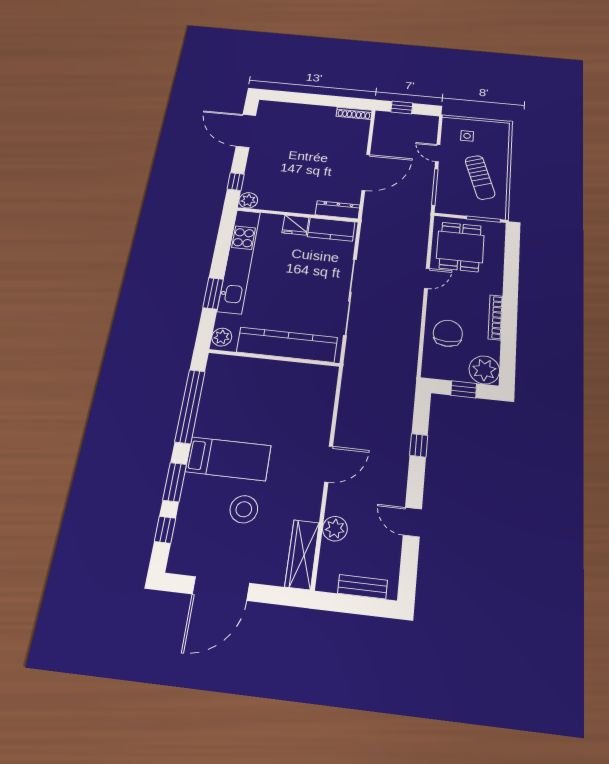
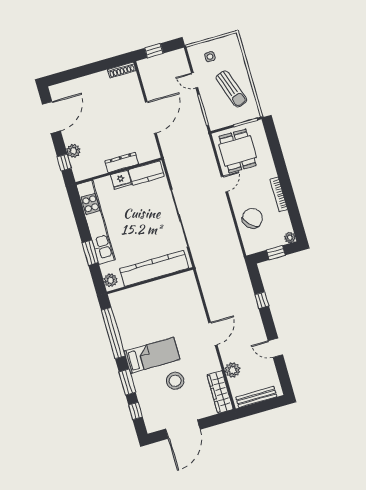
door: (246, 131) -> (51, 118), swing flipped
plant: (248, 200) -> (73, 151), moved
dresser: (338, 210) -> (122, 162), moved
chair: (448, 333) -> (252, 218), turned 46
plant: (484, 370) -> (290, 238), width x0.53, depth x0.53
bench: (363, 587) -> (256, 397), width x1.36

